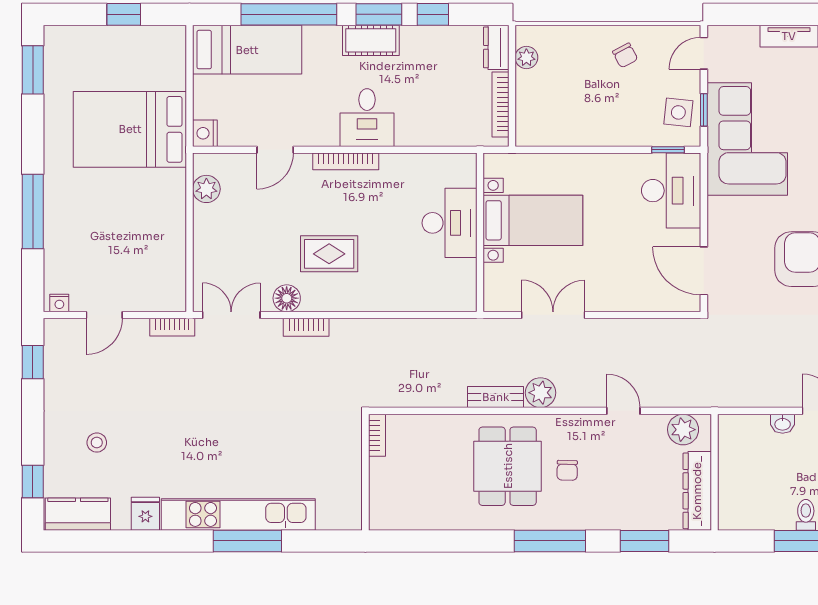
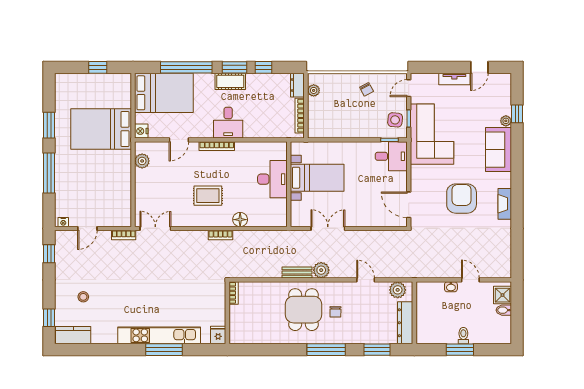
bed: (247, 50) -> (164, 93), width x1.50
window: (33, 70) -> (49, 125), moved
desk: (671, 191) -> (391, 156), width x0.73
floor lamp: (287, 298) -> (240, 220), moved
bookcase: (306, 327) -> (220, 235), moved
fridge: (145, 514) -> (218, 335), moved

